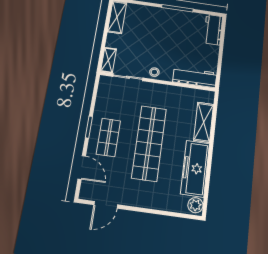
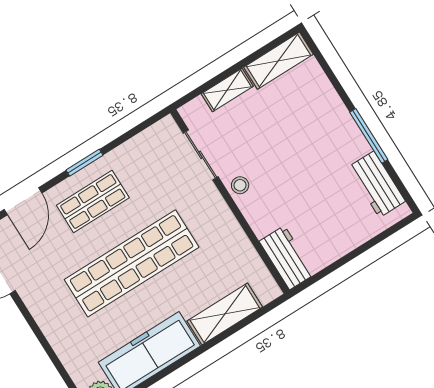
workbench: (213, 30) -> (377, 184), moved, turned -90
shelving: (109, 60) -> (227, 90), moved
workbench: (195, 77) -> (287, 258), width x0.73

